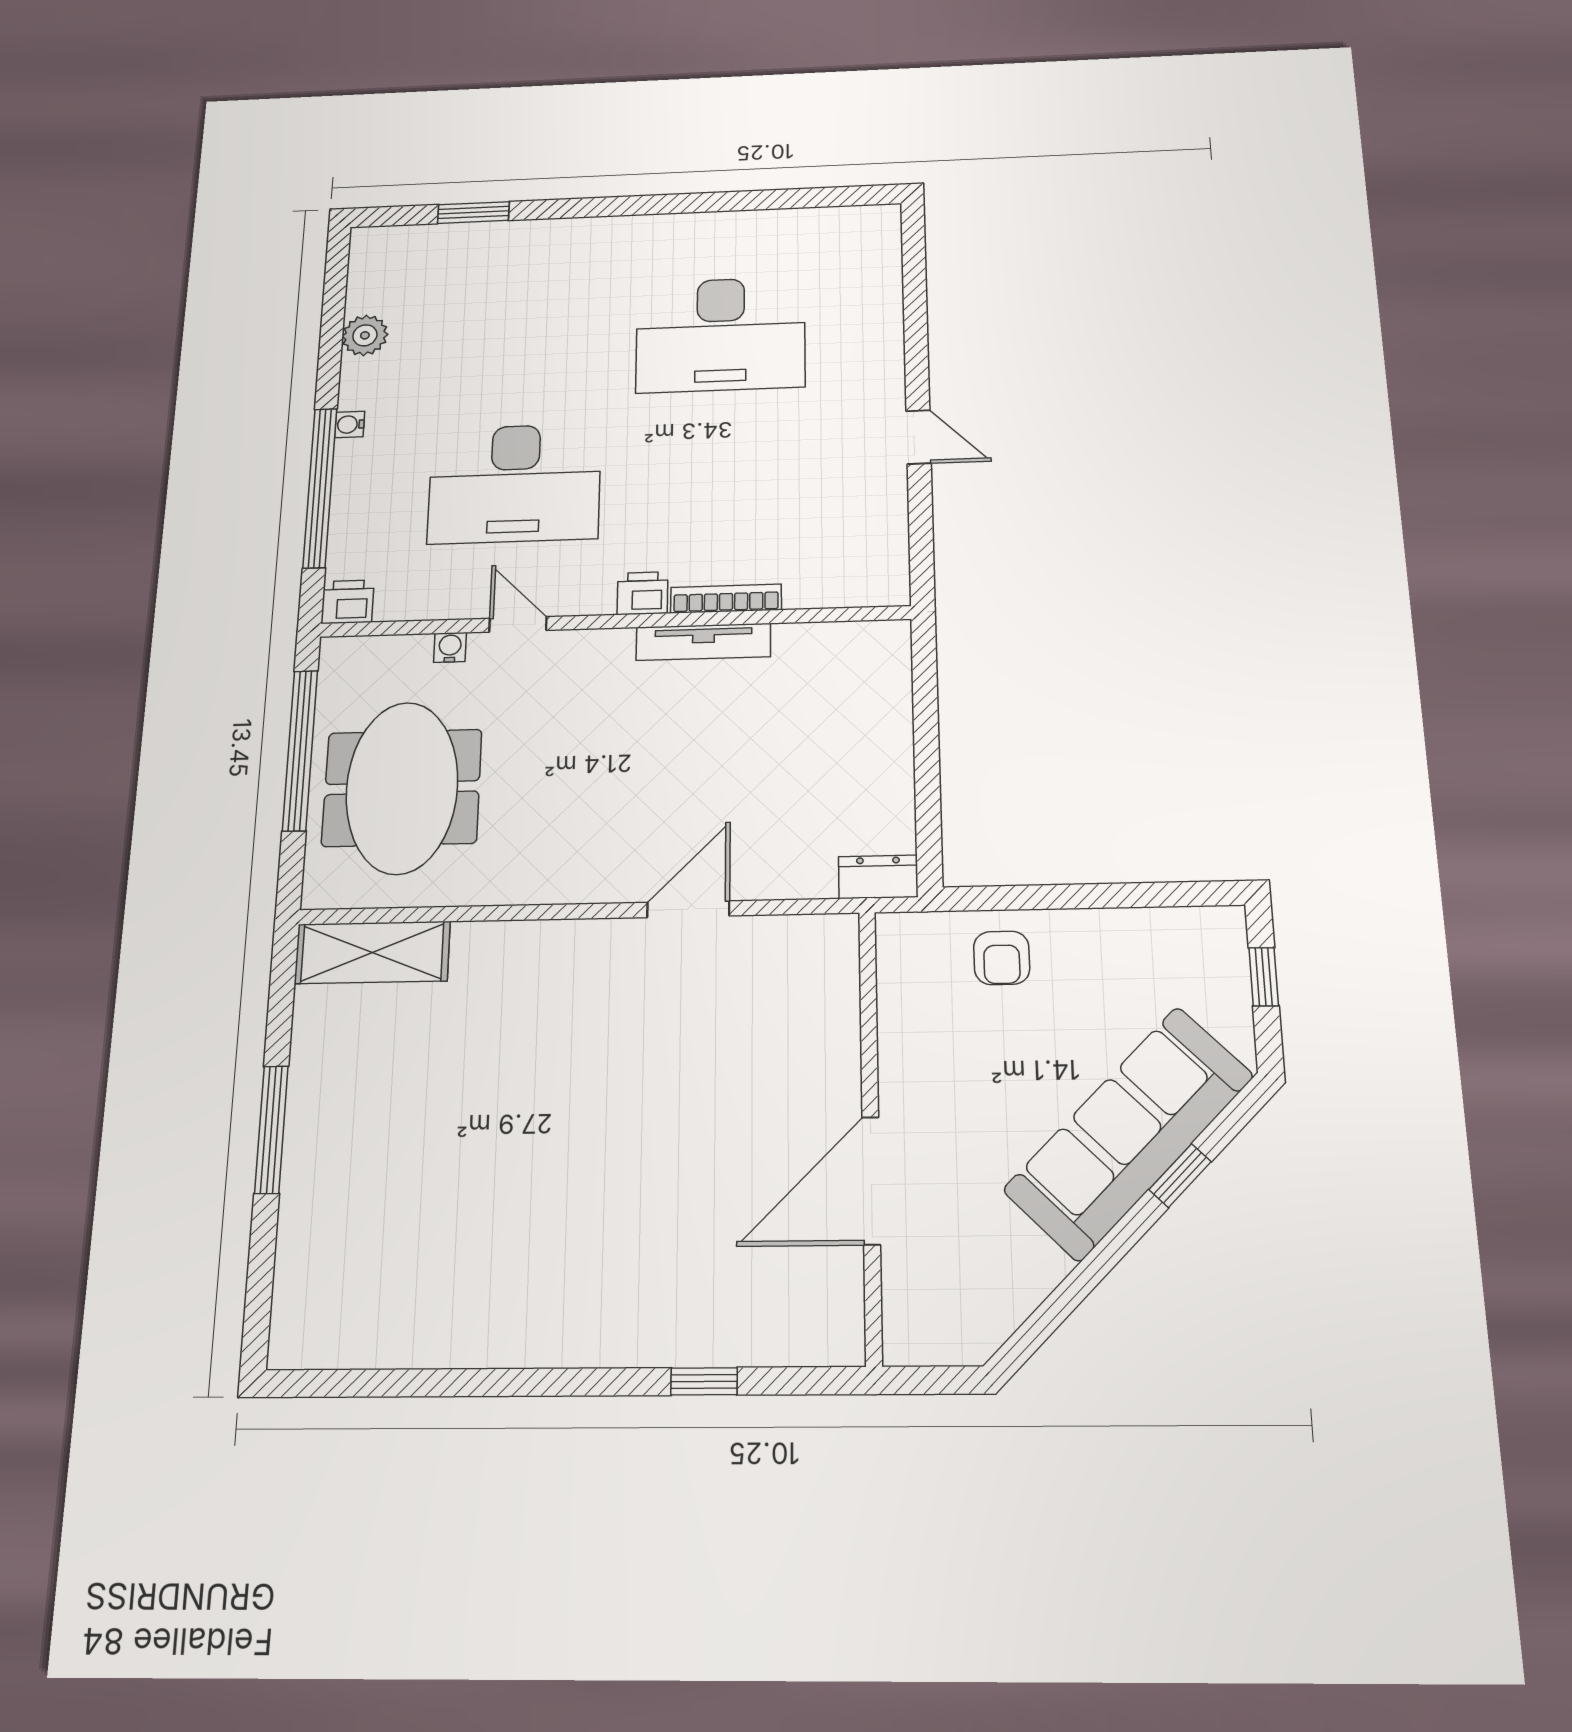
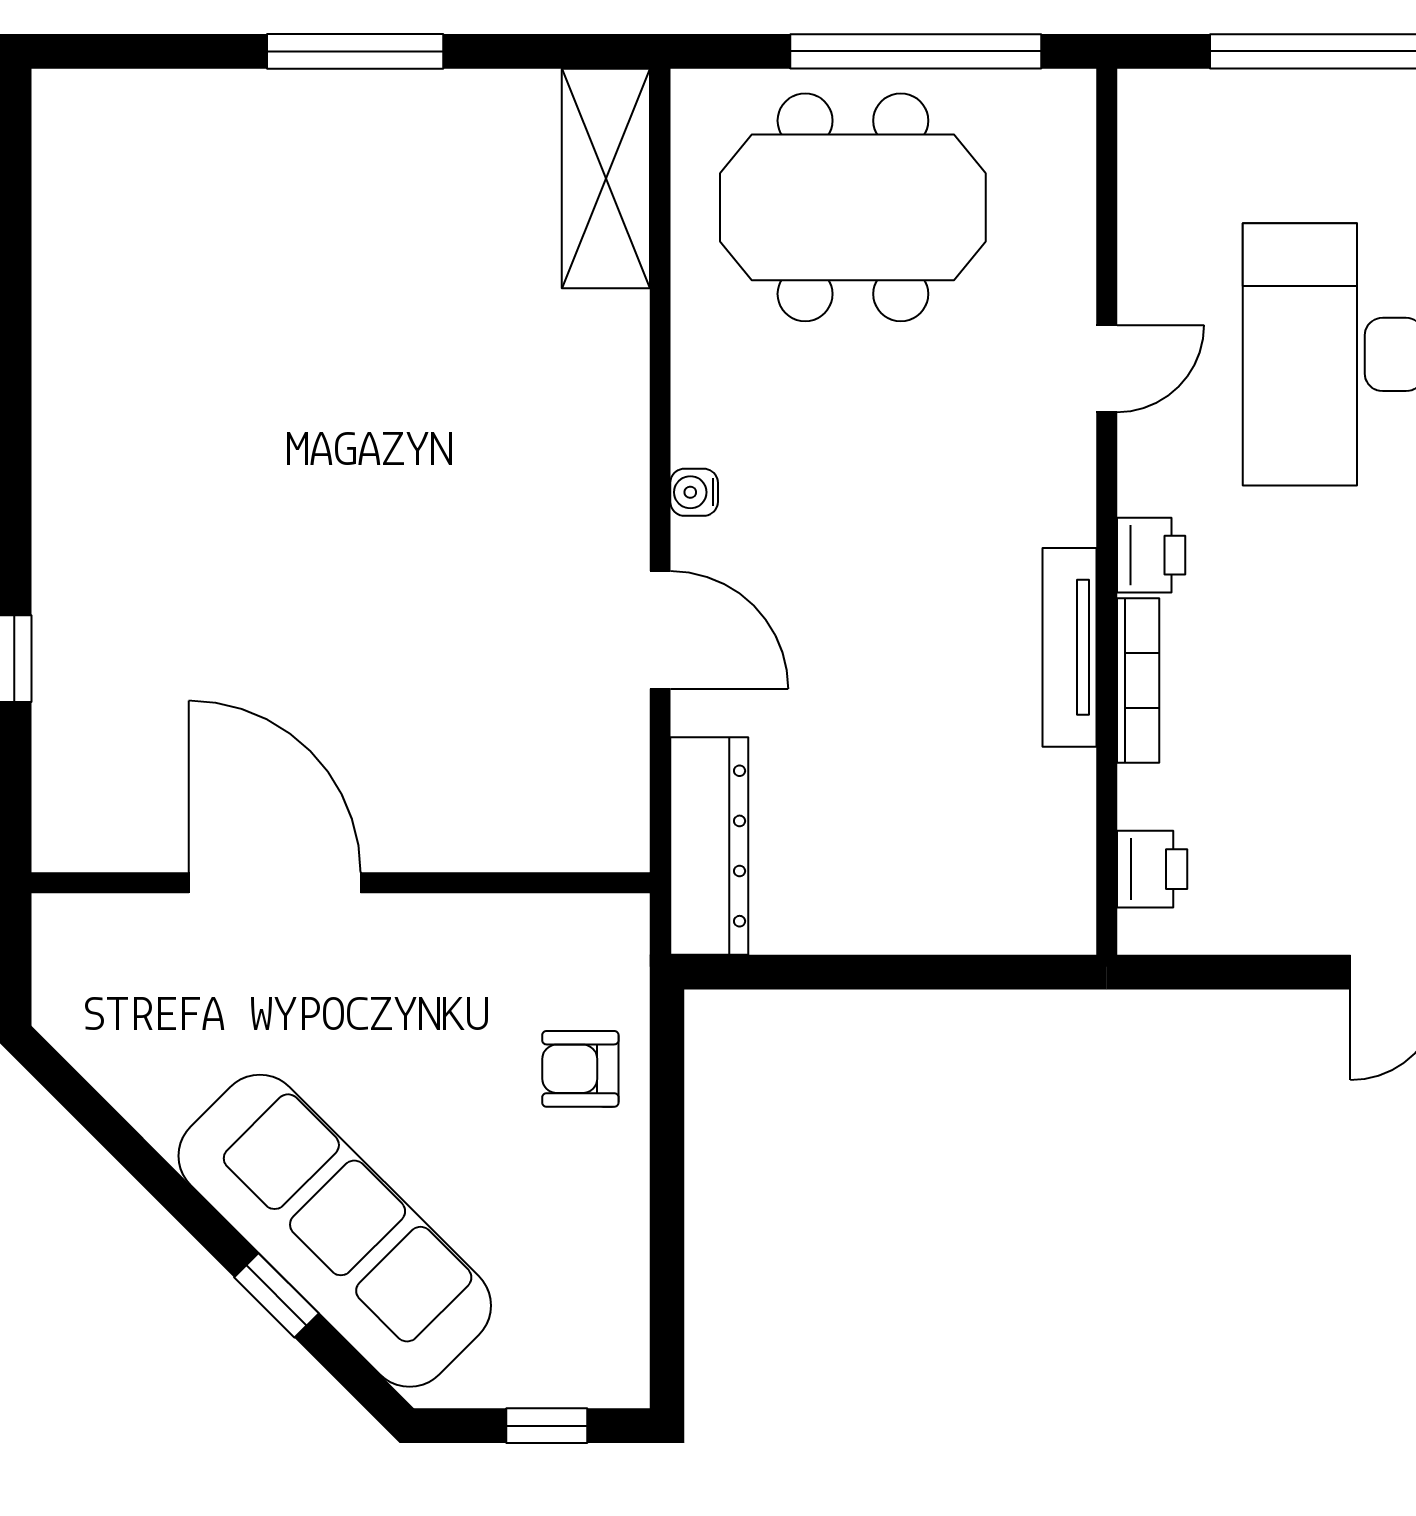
printer: (348, 602) -> (1152, 869), moved
water cooler: (450, 647) -> (694, 492), moved, turned 180
dresser: (878, 877) -> (709, 846), width x1.96, depth x1.24

